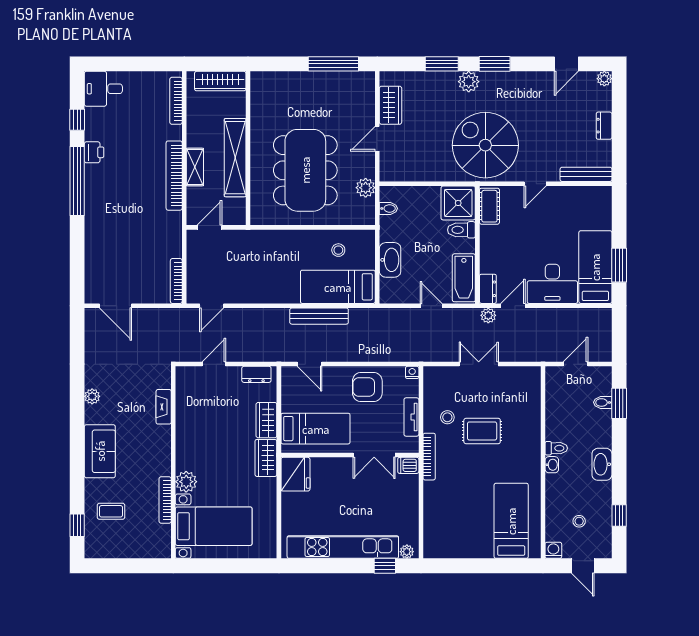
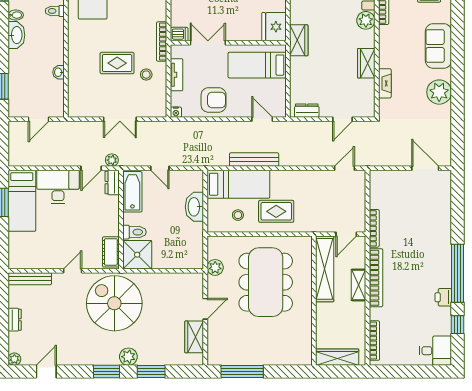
spiral stairs: (485, 145) -> (114, 303), turned 180
shelving: (235, 158) -> (325, 269), moved
bidet: (388, 208) -> (196, 250), removed
rug: (293, 255) -> (276, 211), added
bookcase: (176, 281) -> (374, 228), moved
plant: (92, 396) -> (439, 92), width x1.88, depth x1.88
bidet: (603, 402) -> (16, 15), moved
wardrobe: (266, 420) -> (366, 63), moved, turned 180
toilet: (556, 448) -> (55, 11), moved
washbasin: (552, 465) -> (58, 72), moved

